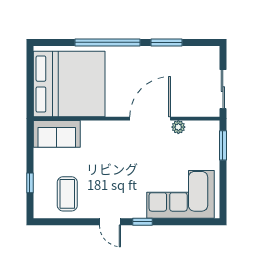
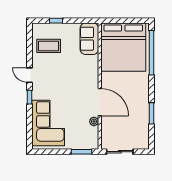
window: (107, 42) -> (151, 53), moved
door: (110, 222) -> (30, 75), hinge flipped

